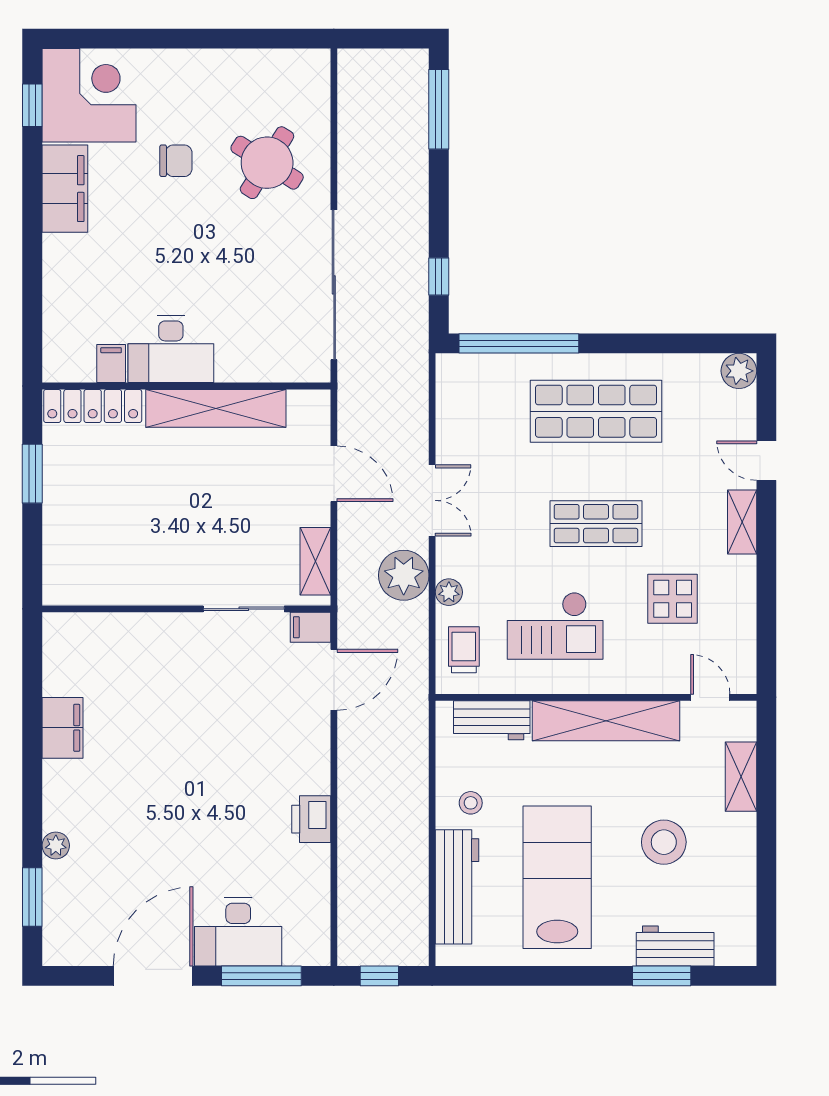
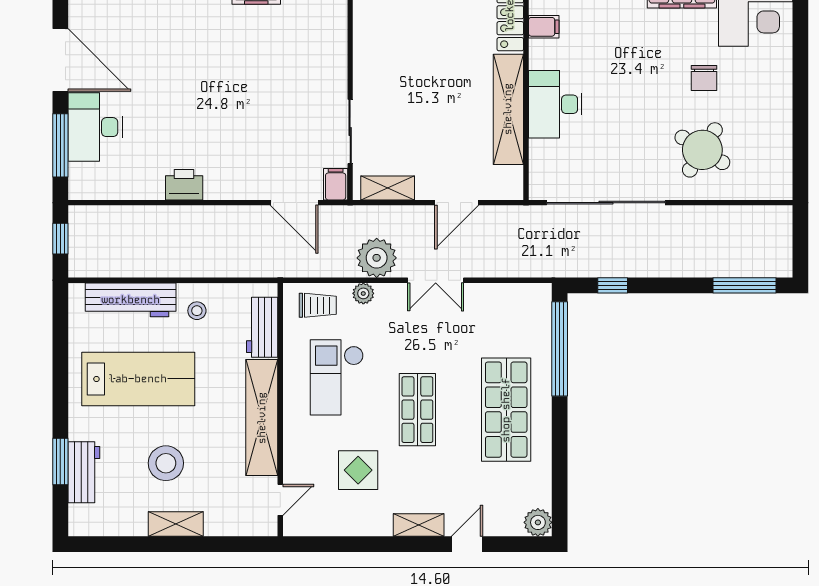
desk: (171, 349) -> (555, 104), moved
shelving: (741, 777) -> (176, 524), moved

